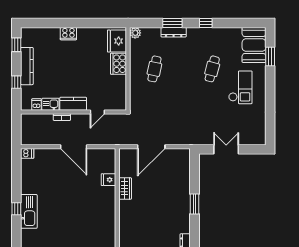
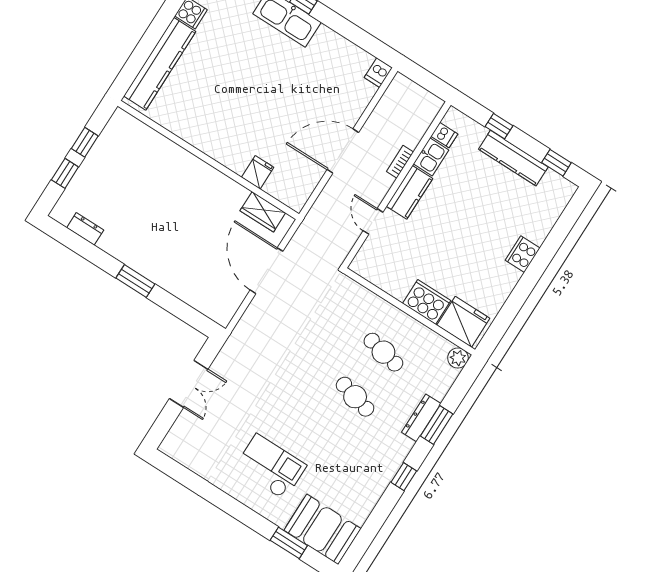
cafe table: (212, 69) -> (355, 397), moved
checkout: (240, 87) -> (270, 467), turned 180
wardrobe: (125, 188) -> (263, 212), moved

